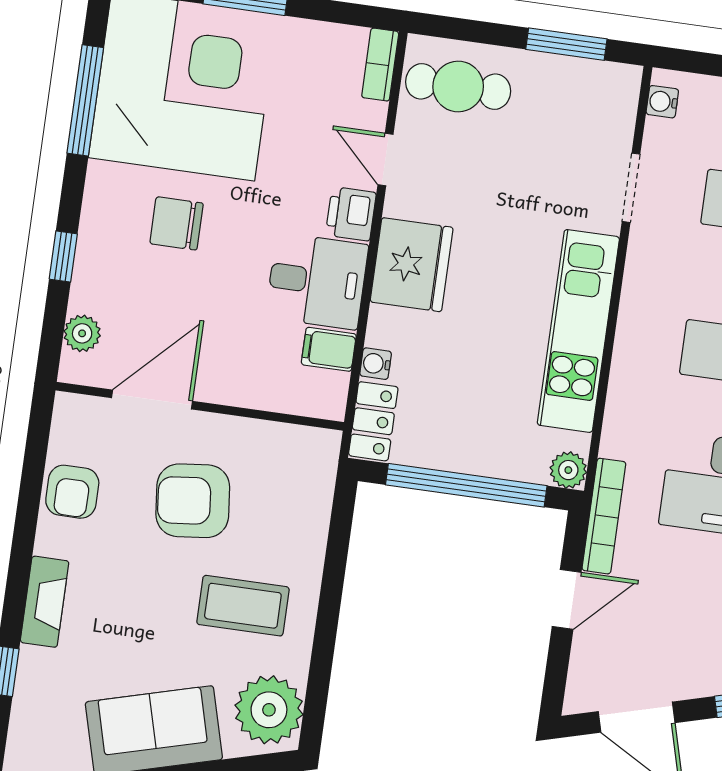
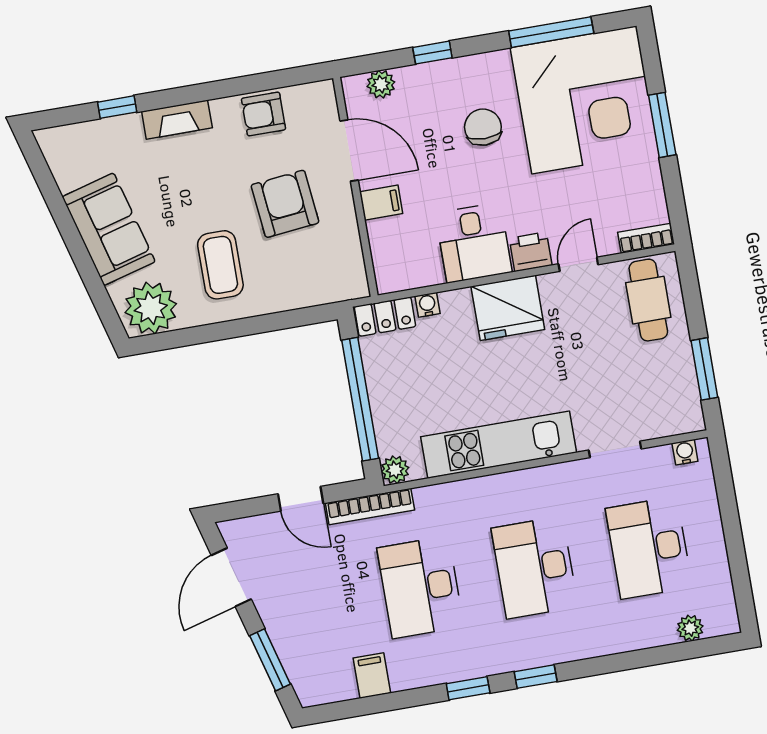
filing cabinet: (329, 349) -> (381, 203), moved, turned 90

